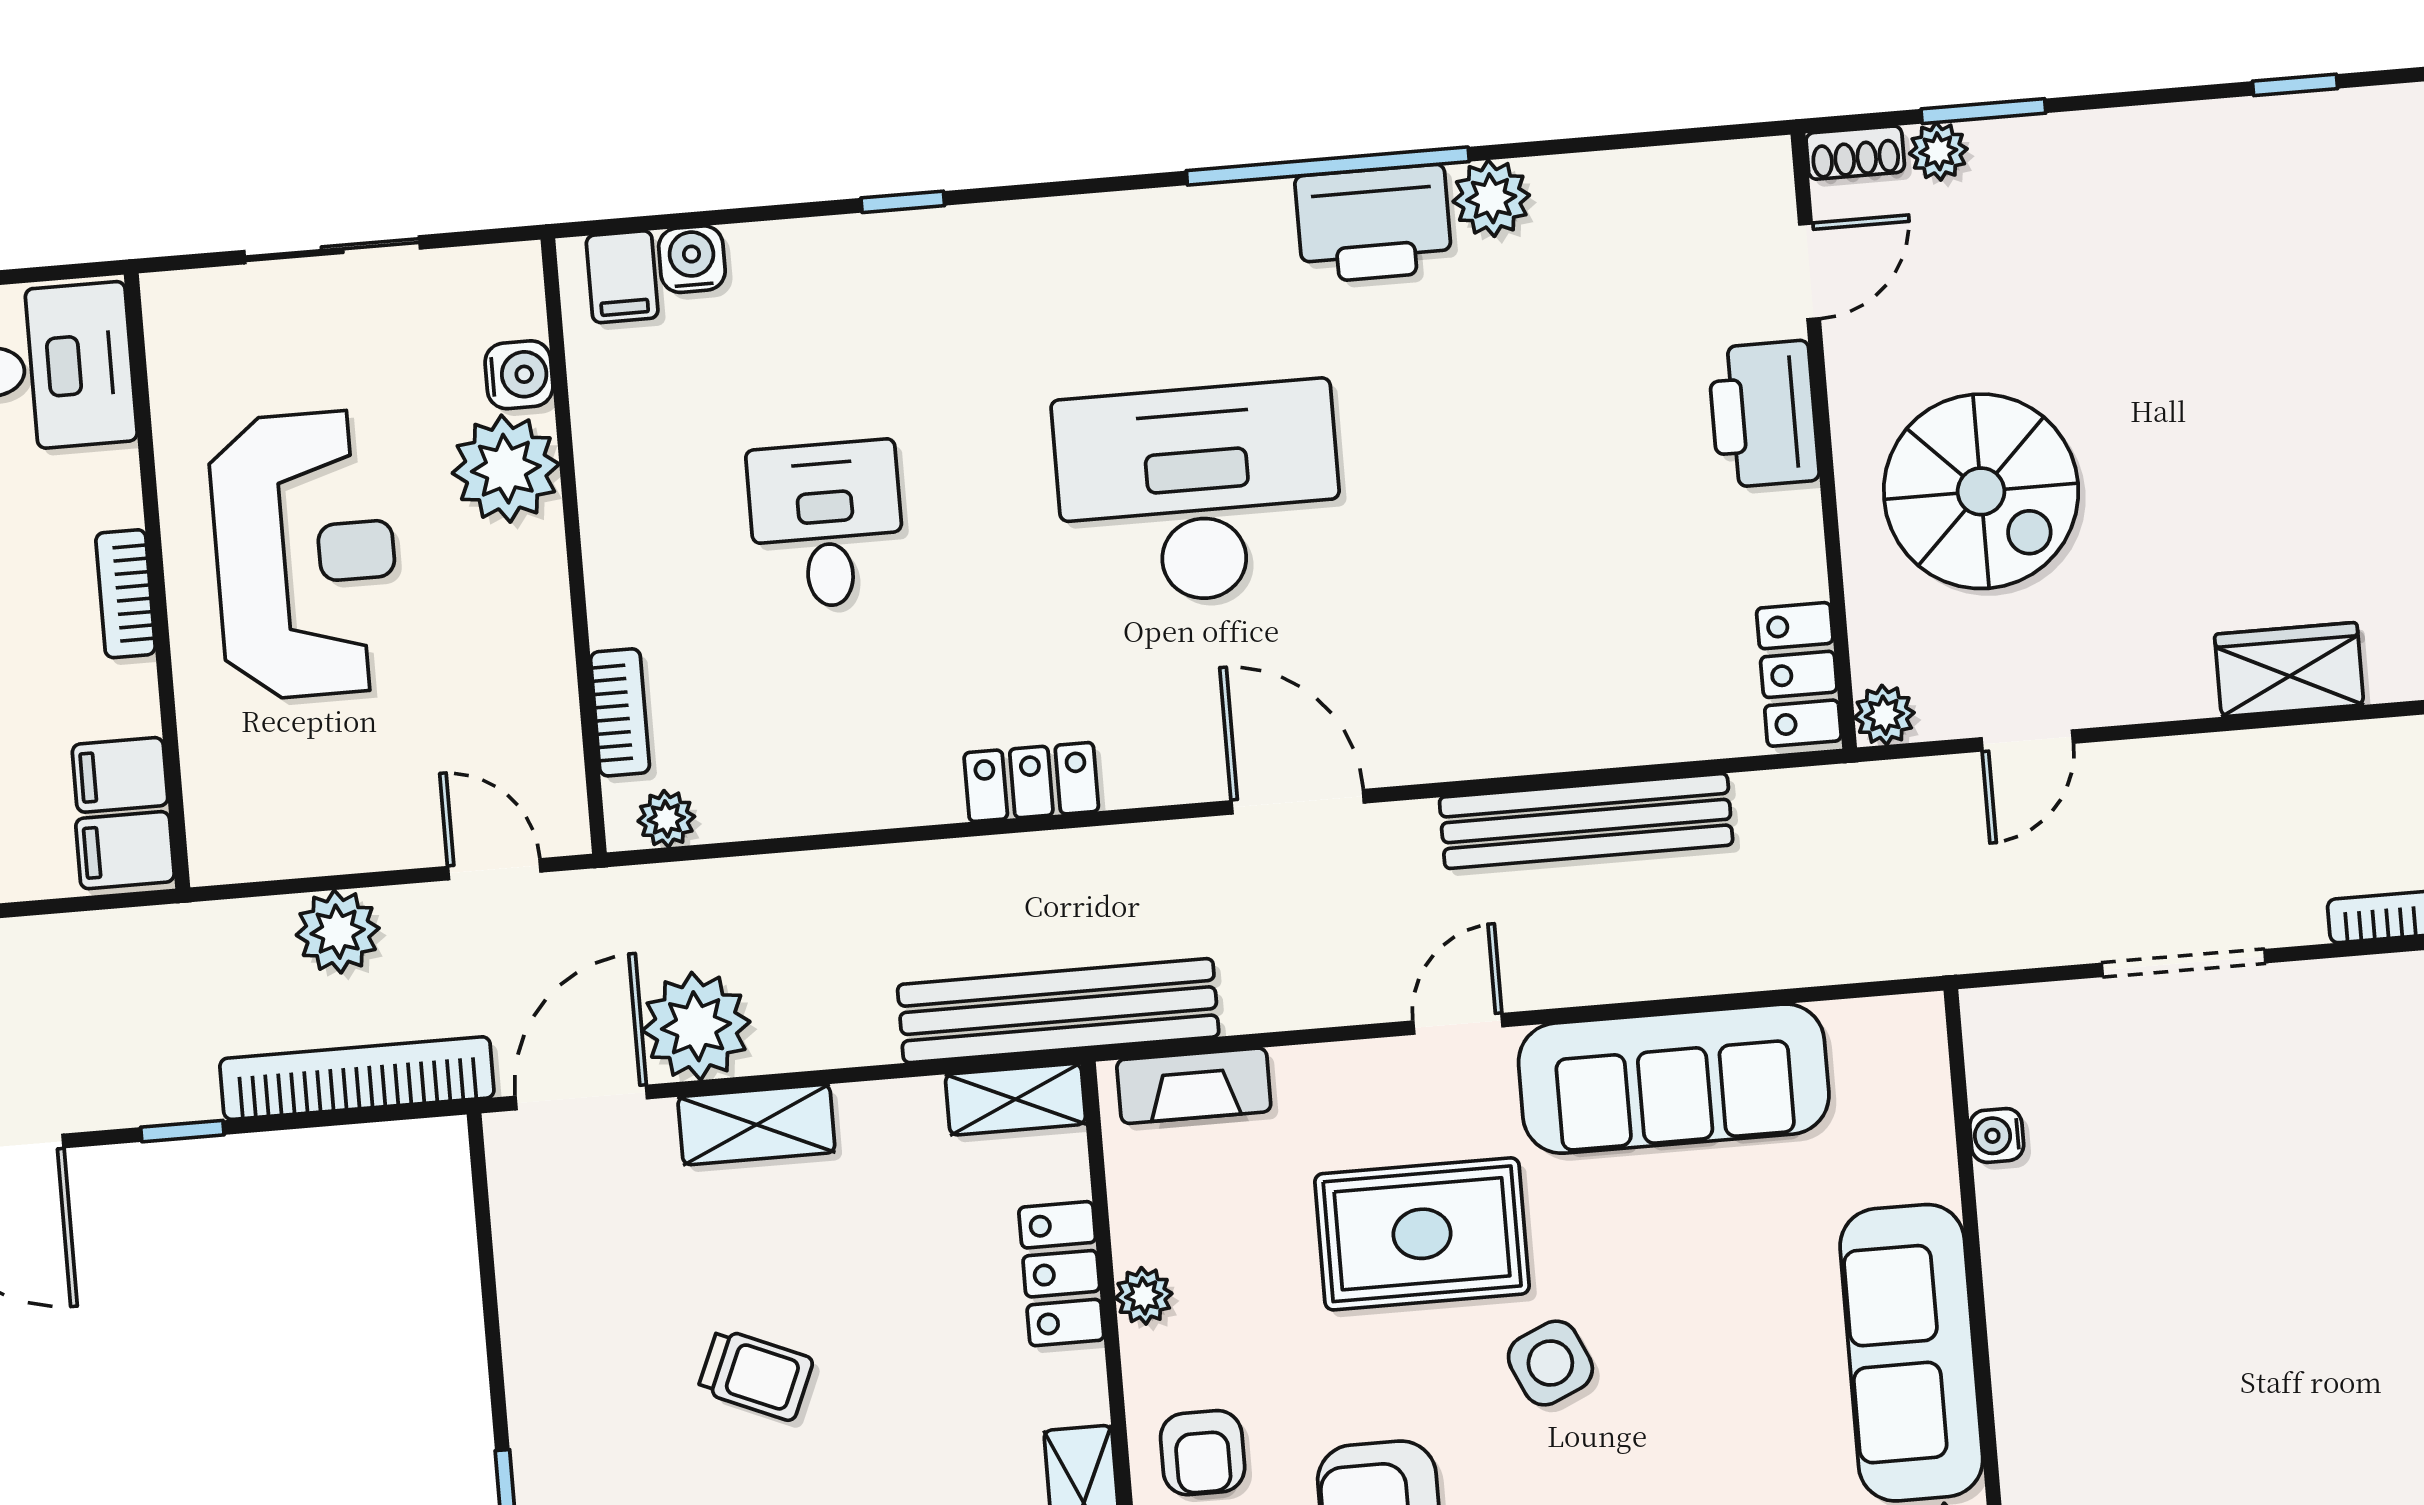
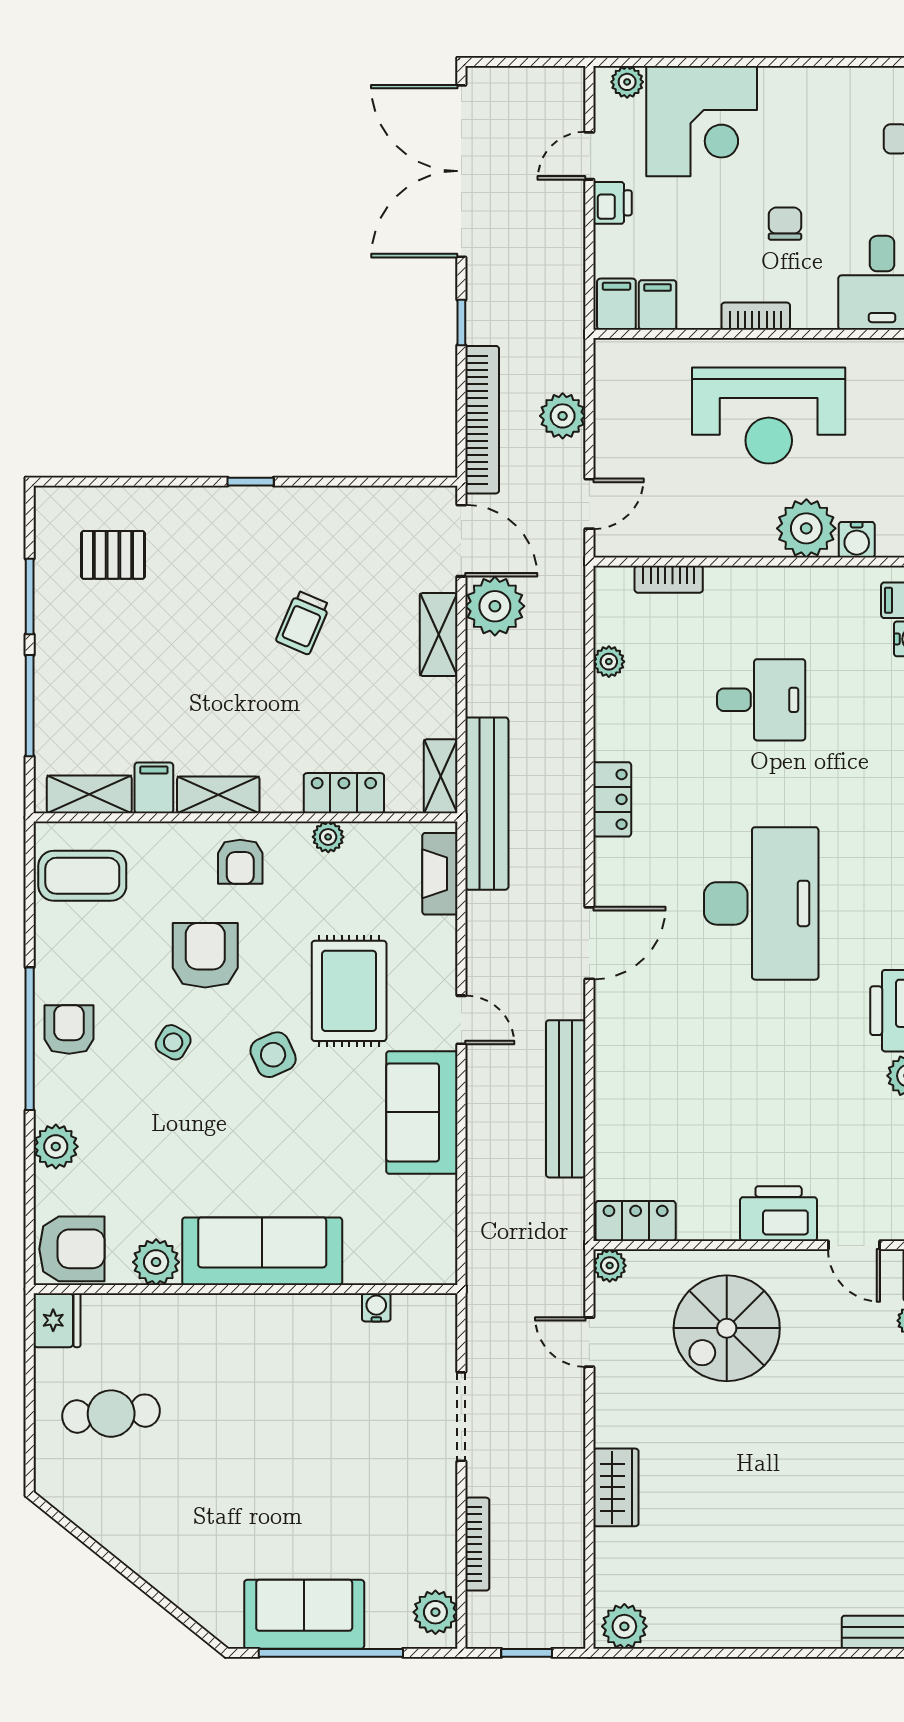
plant: (666, 819) -> (609, 662), moved
sofa: (1674, 1079) -> (422, 1112), width x0.73
armchair: (1203, 1453) -> (240, 862), turned -90

